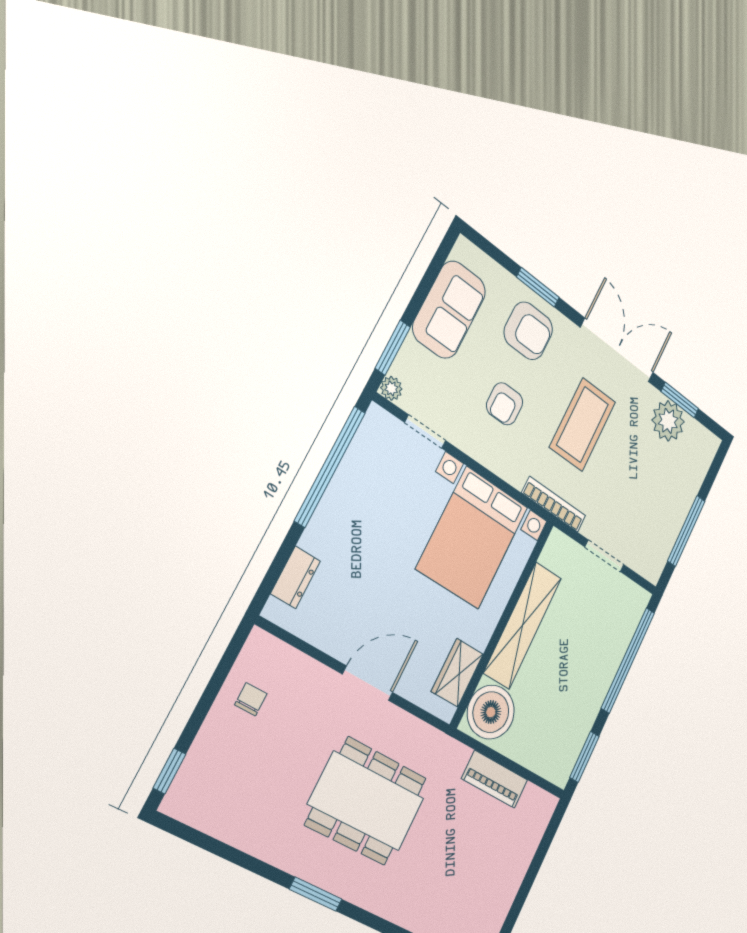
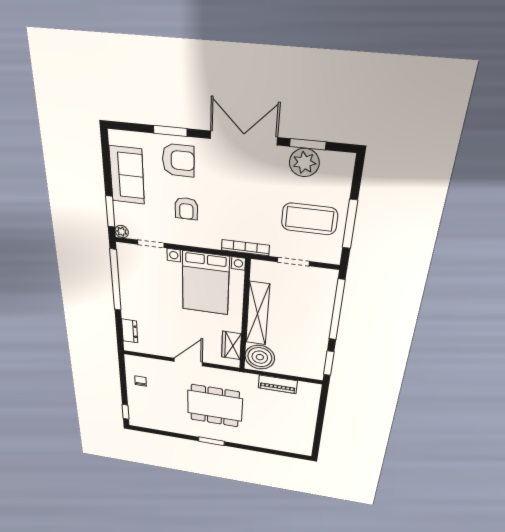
coffee table: (583, 424) -> (309, 219), moved, turned 90

